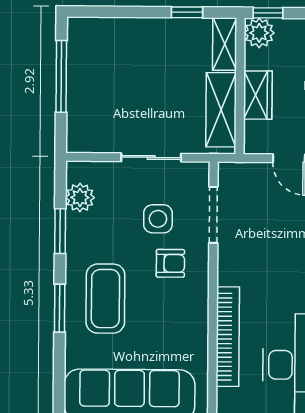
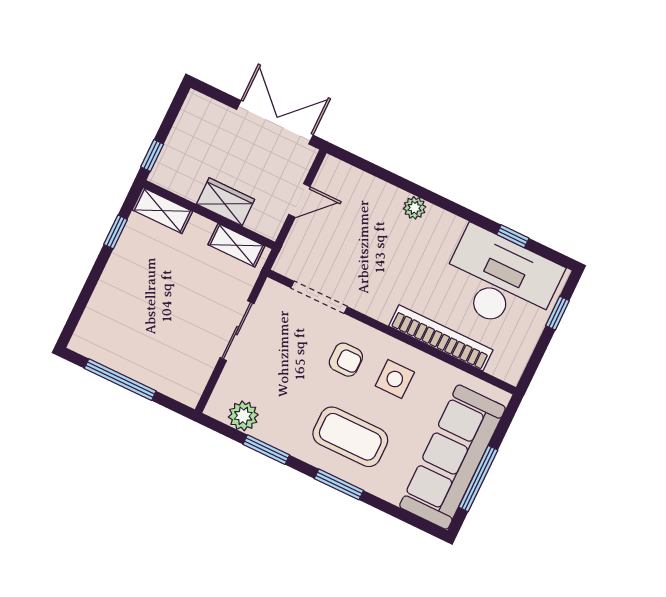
plant: (259, 33) -> (167, 173), removed
shelving: (221, 110) -> (236, 245), width x0.67, depth x0.75
side table: (158, 219) -> (395, 379), moved
armchair: (170, 263) -> (346, 360), turned 90

